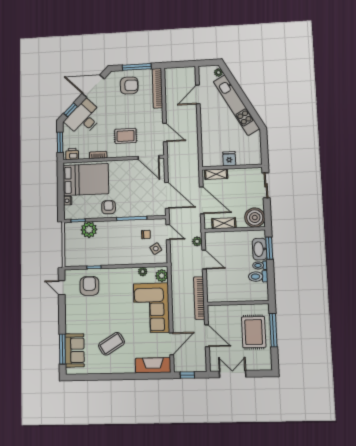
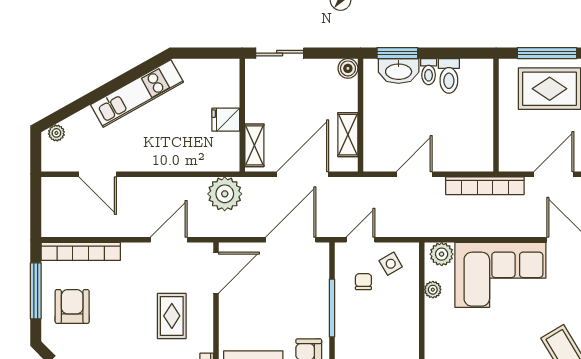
kitchen unit: (236, 105) -> (137, 93), width x0.73
boiler: (255, 218) -> (348, 68), width x0.54, depth x0.54
plant: (197, 241) -> (225, 194), moved, width x1.88, depth x1.88

